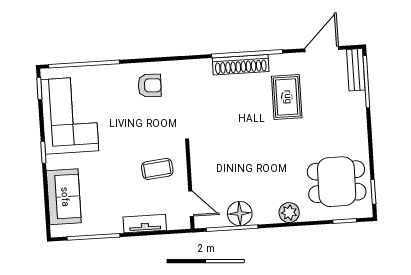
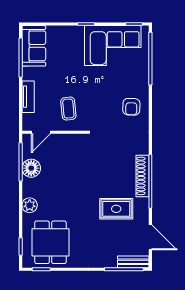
sofa: (64, 197) -> (34, 46), moved, turned -90

